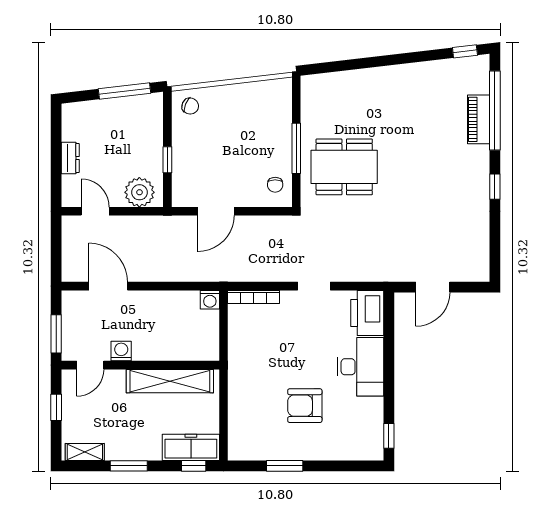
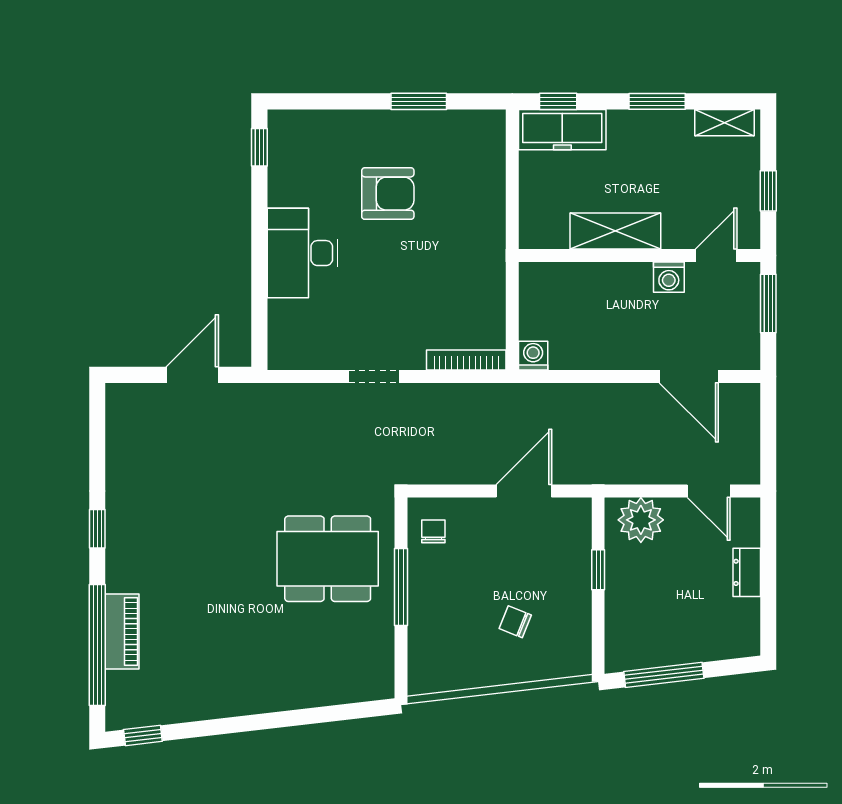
chair: (190, 106) -> (515, 622), moved
printer: (367, 313) -> (292, 335), removed
shelving: (170, 381) -> (615, 231), width x0.68

